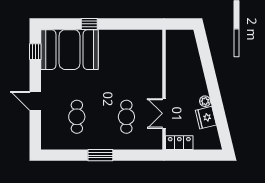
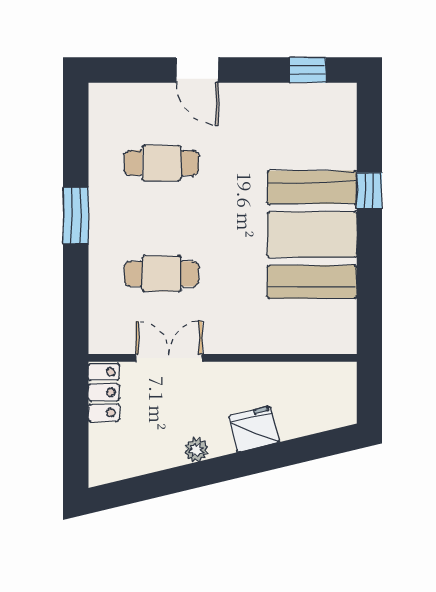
booth: (70, 50) -> (312, 235), moved
door: (35, 101) -> (197, 70), swing flipped
fridge: (206, 118) -> (254, 429), moved

